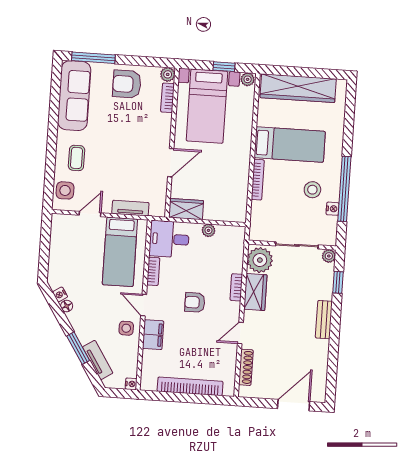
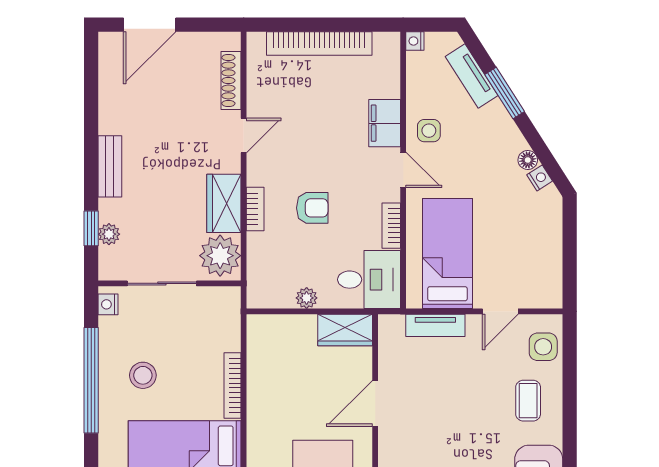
nightstand: (333, 209) -> (108, 304), moved
plant: (329, 256) -> (109, 234), moved
armchair: (195, 302) -> (312, 208), moved

